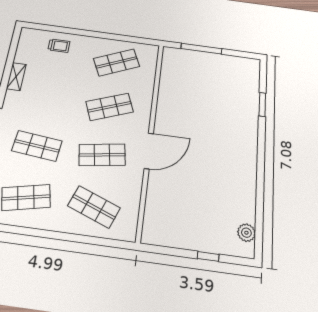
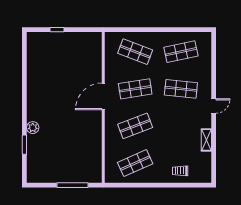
plant: (246, 233) -> (33, 128), moved

